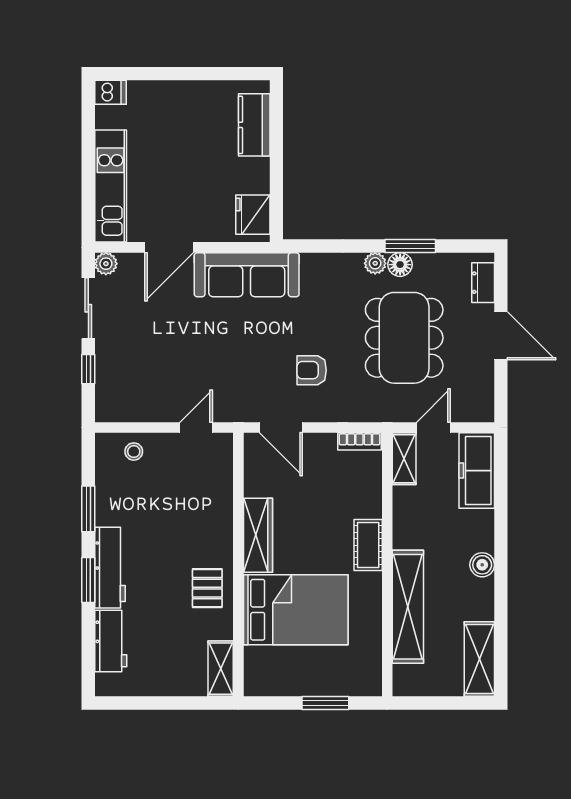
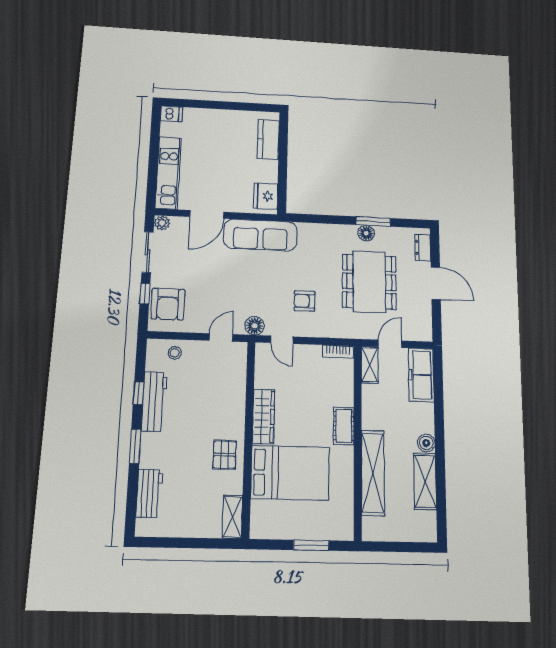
plant: (375, 263) -> (349, 232), removed
armchair: (121, 383) -> (168, 304), added
floor lamp: (242, 409) -> (255, 326), added
door: (281, 427) -> (282, 340), width x0.73
window: (88, 509) -> (139, 393), width x0.67
workbench: (110, 568) -> (154, 402), moved
shelving: (479, 659) -> (425, 481), moved

